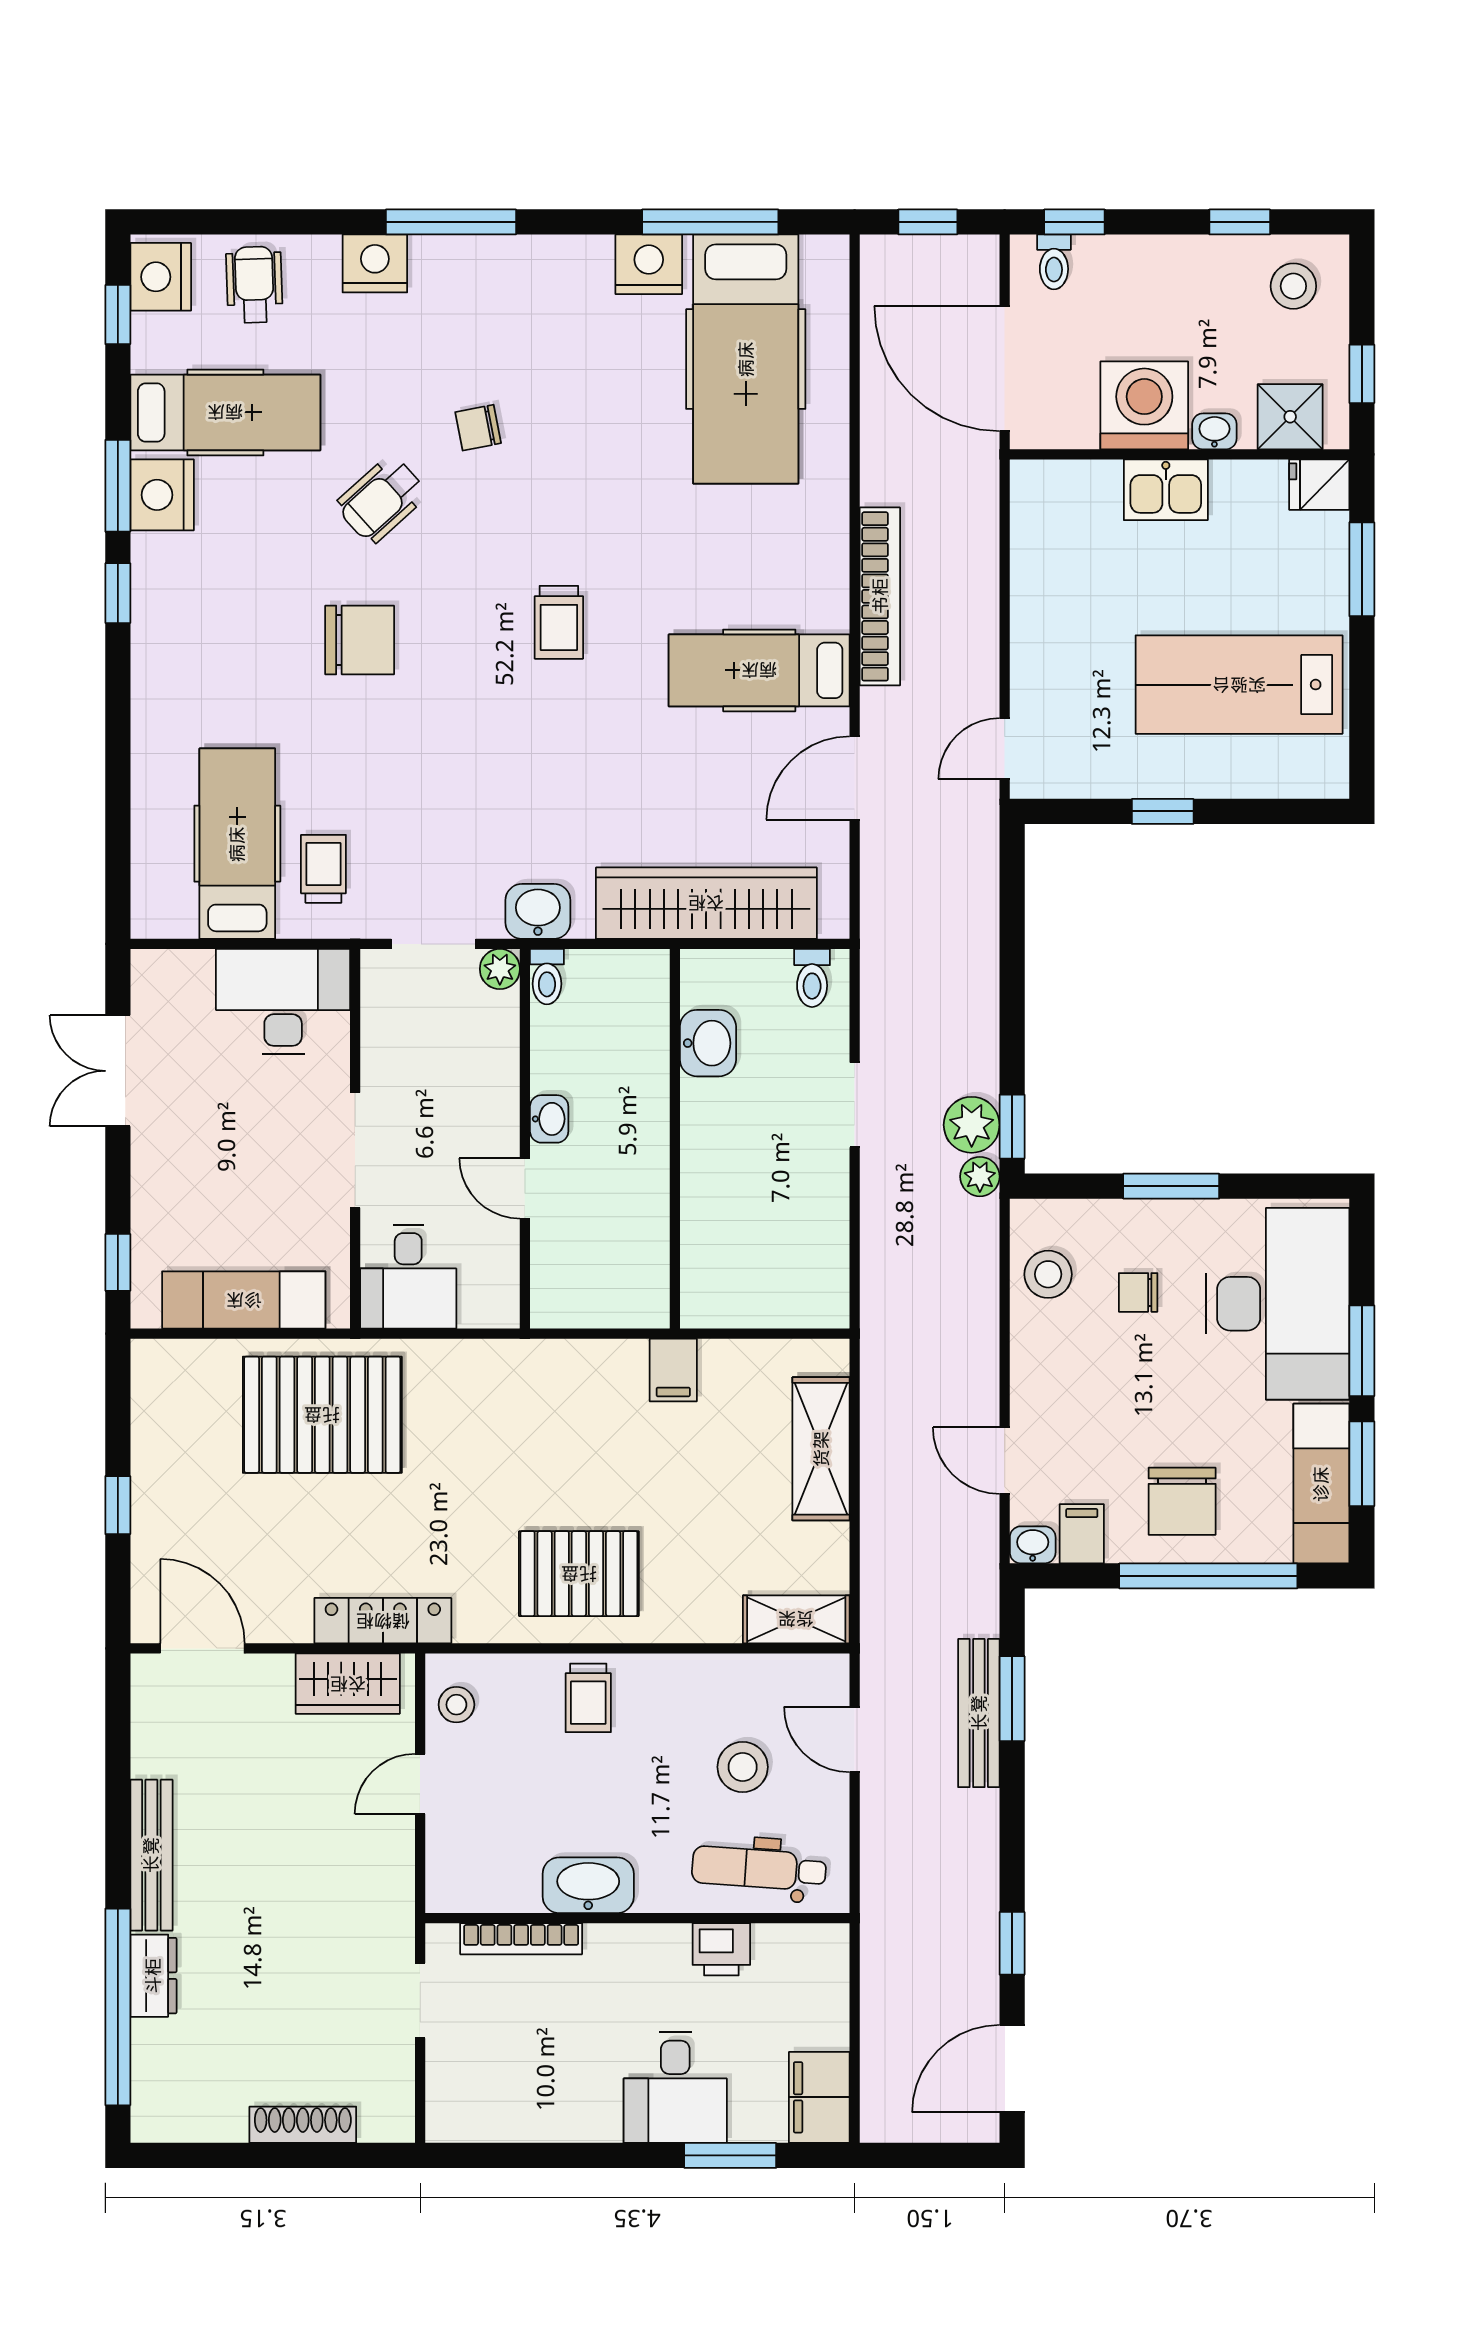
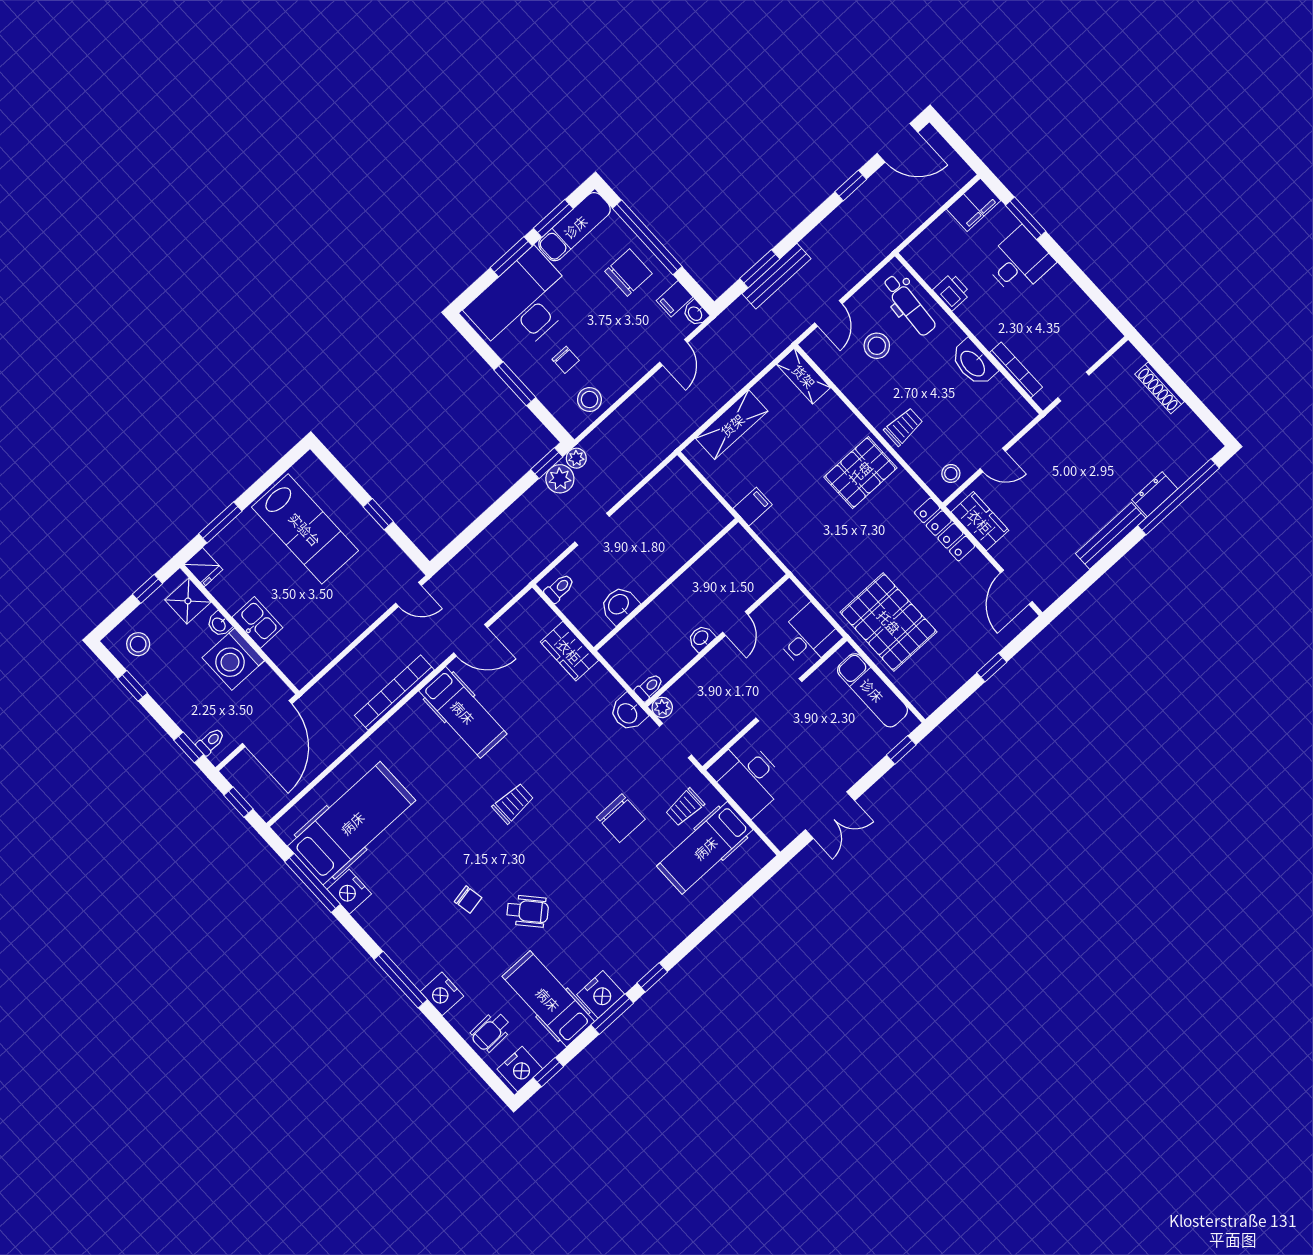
chair: (360, 640) -> (621, 818), moved, turned 180
wardrobe: (706, 903) -> (569, 651), width x0.48, depth x0.85
pallet: (579, 1574) -> (860, 472), turned 90

